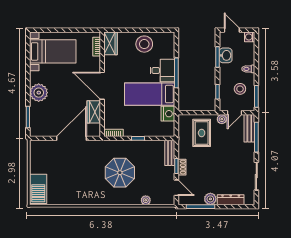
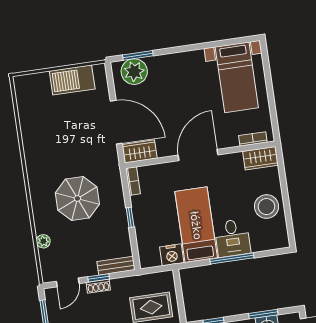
plant: (39, 93) -> (134, 72), moved
wardrobe: (94, 112) -> (140, 151), moved
barbecue: (38, 189) -> (72, 80), moved

